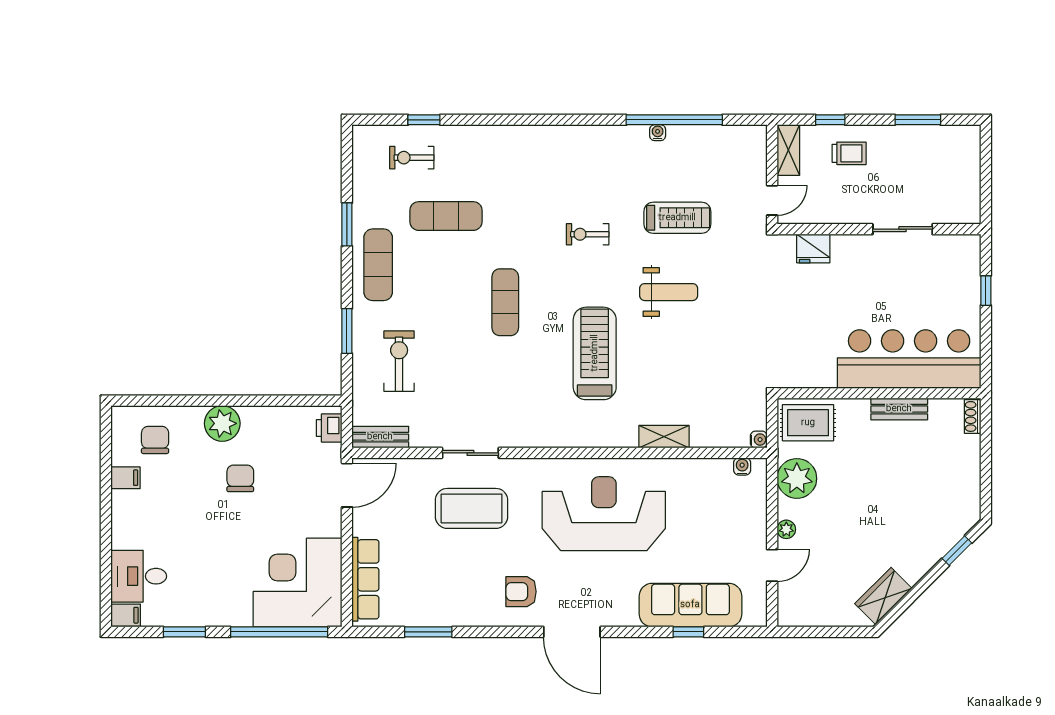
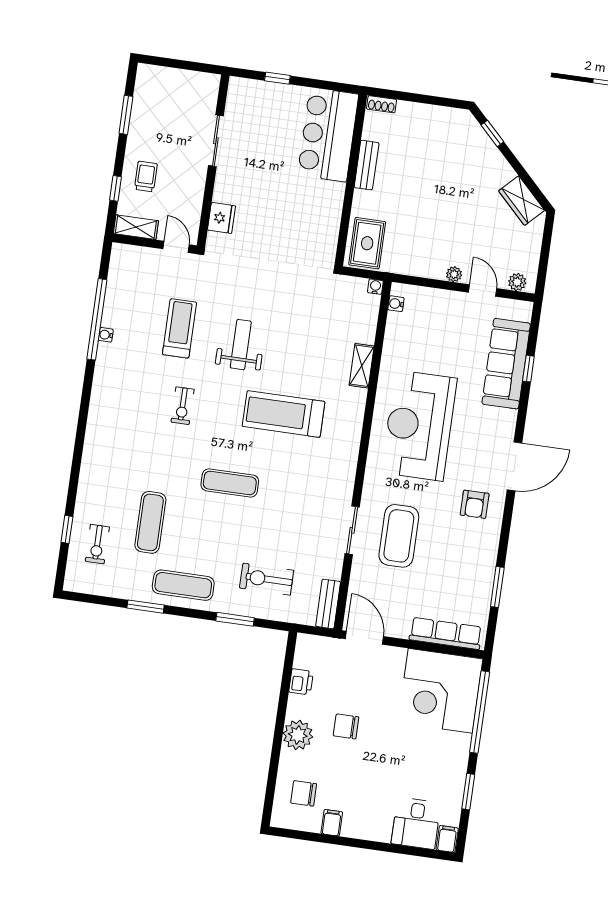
bar counter: (909, 359) -> (328, 135), width x0.73
printer: (329, 428) -> (301, 682), moved, turned -90
plant: (797, 478) -> (517, 282), moved, width x0.53, depth x0.53

